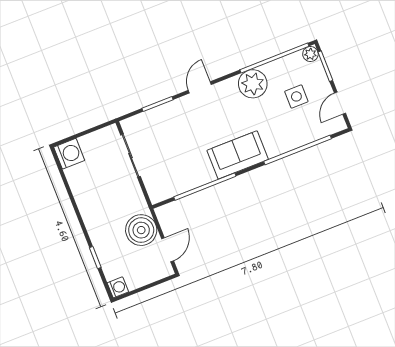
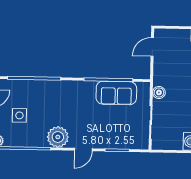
plant: (253, 84) -> (58, 137), moved
sofa: (238, 155) -> (116, 93), moved
boiler: (141, 230) -> (159, 92), moved, width x0.54, depth x0.54

